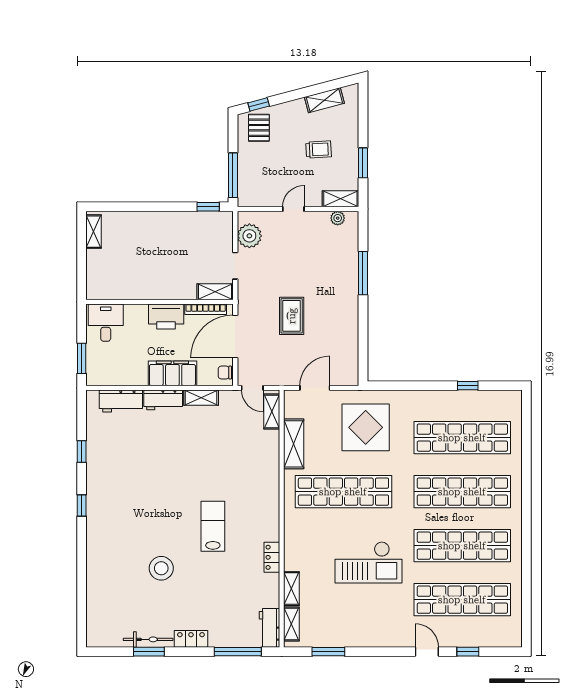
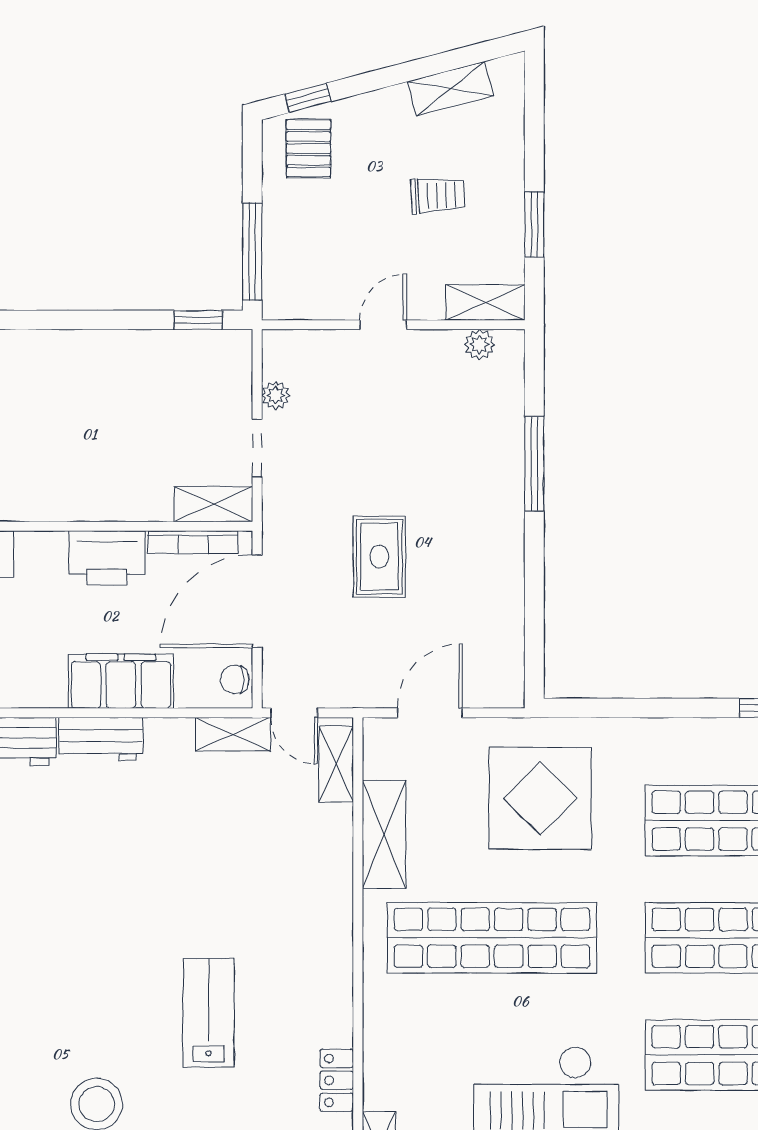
plant: (249, 236) -> (276, 395), width x0.53, depth x0.53
shelving: (201, 398) -> (233, 734), moved

